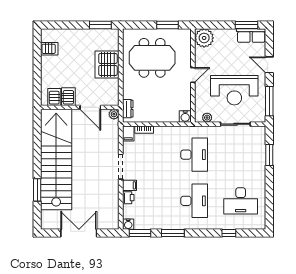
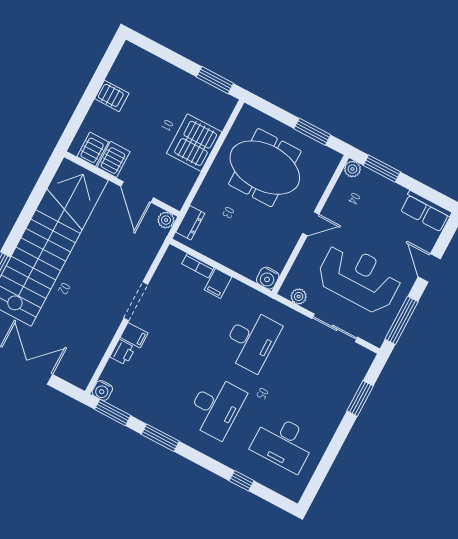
window: (247, 25) -> (382, 169), moved
plant: (204, 38) -> (352, 169), width x0.53, depth x0.53
server rack: (49, 49) -> (112, 96), moved
reception desk: (234, 90) -> (359, 278), turned 180
filing cabinet: (128, 134) -> (218, 283), moved

